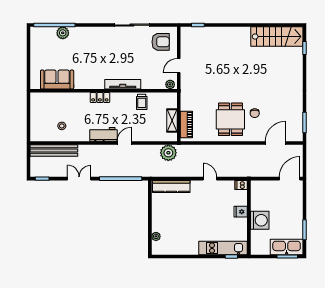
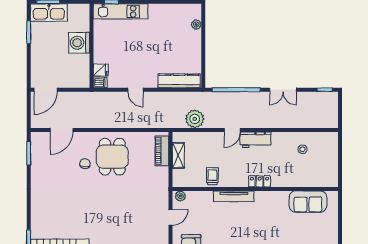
bench: (54, 151) -> (311, 121), removed
plant: (168, 153) -> (195, 119), moved
fridge: (241, 212) -> (101, 70), moved

